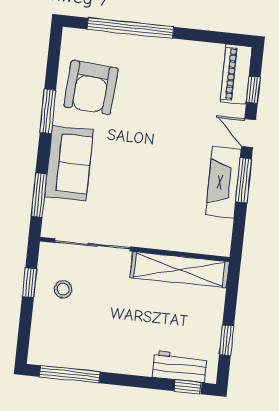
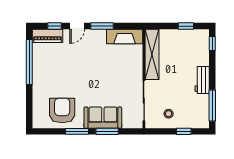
window: (131, 28) -> (29, 62), moved
armchair: (91, 87) -> (62, 110), turned -94
fireplace: (223, 182) -> (125, 36), moved
window: (39, 195) -> (107, 131), moved
window: (30, 283) -> (184, 131), moved
workbench: (180, 367) -> (202, 80), moved

